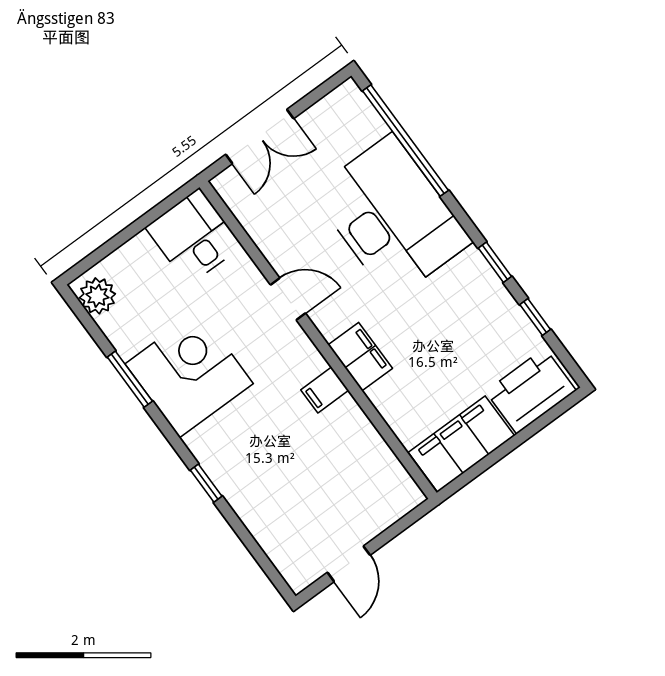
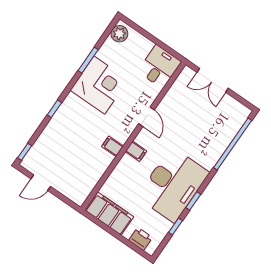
desk: (392, 217) -> (173, 185), moved
filing cabinet: (360, 357) -> (136, 151), width x0.50
printer: (531, 391) -> (141, 239), width x0.53, depth x0.68
window: (274, 575) -> (25, 152), added

